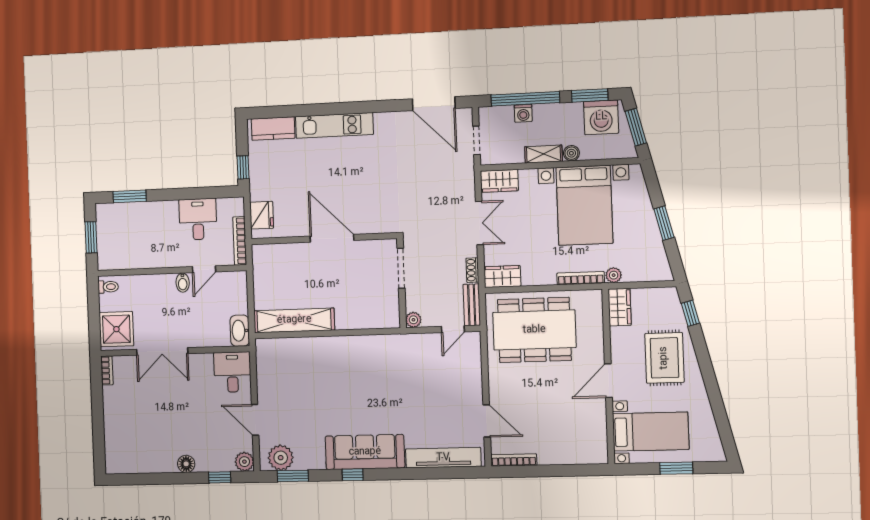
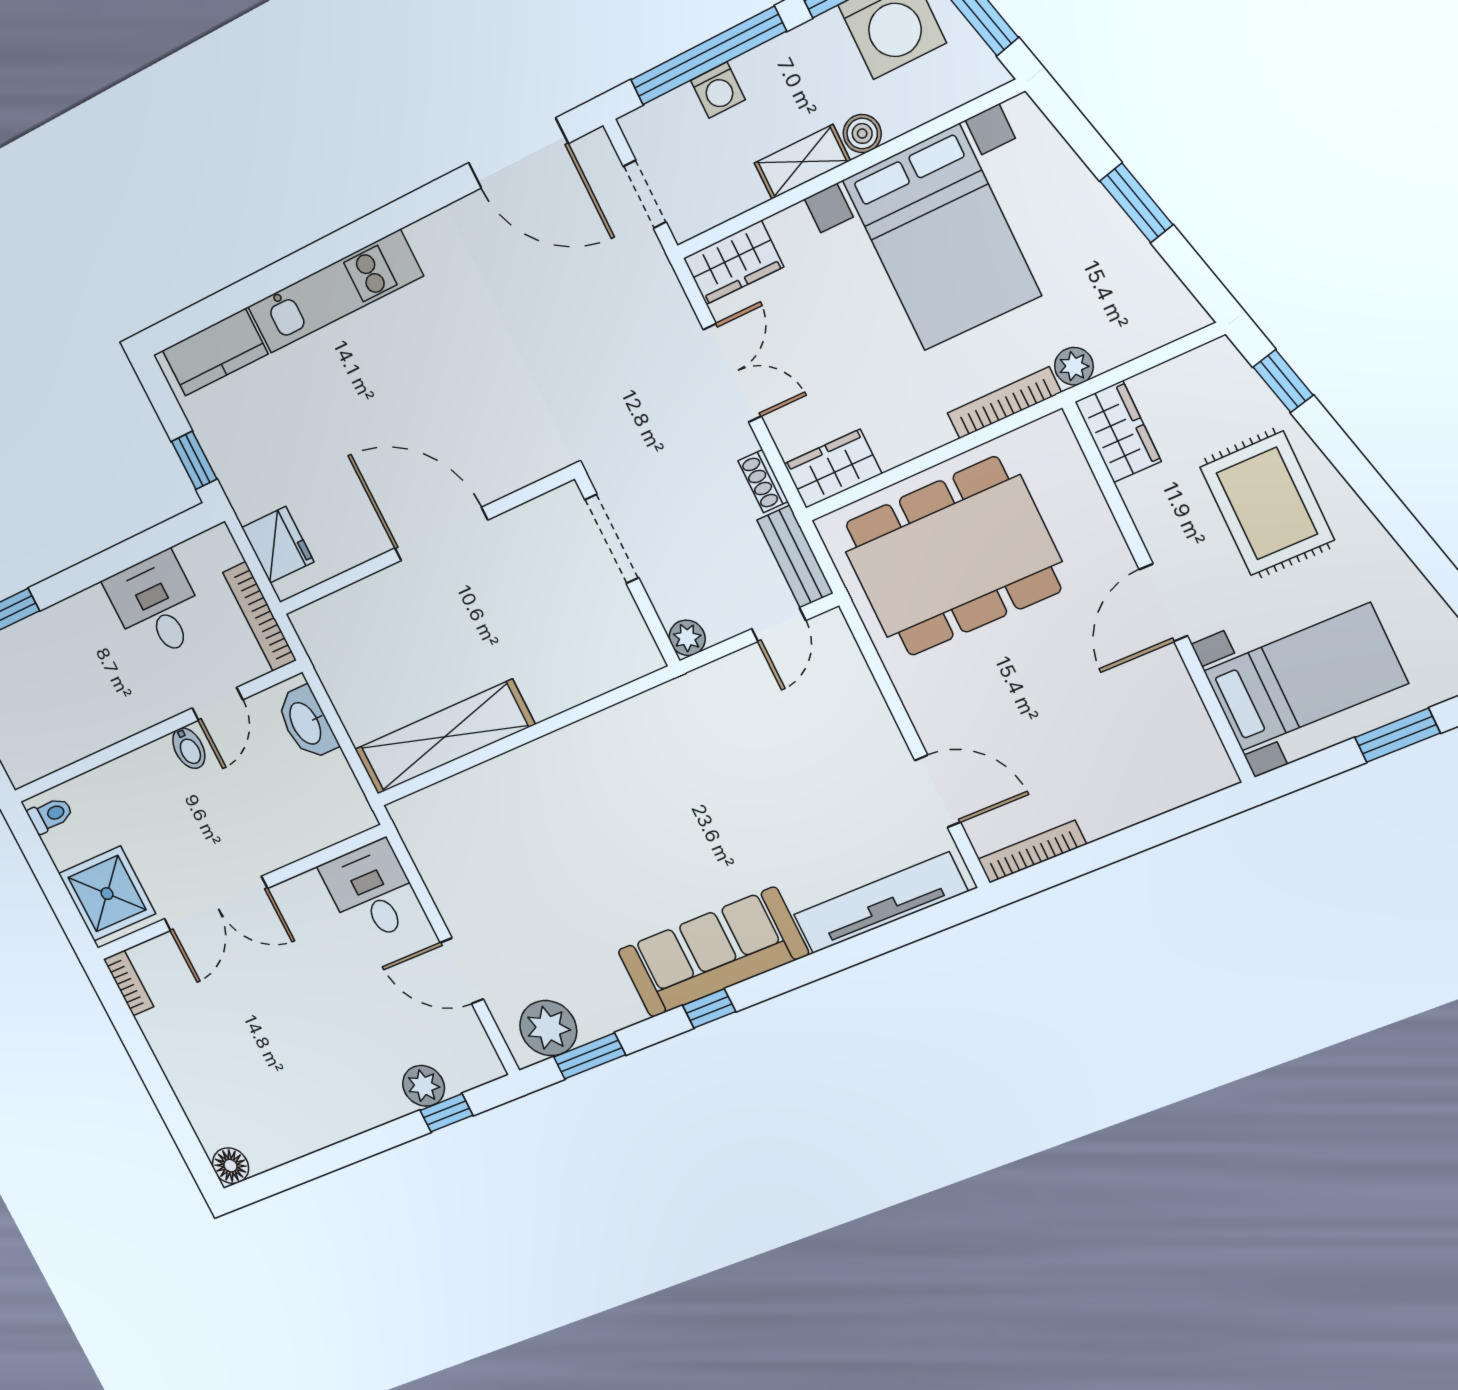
washbasin: (240, 331) -> (306, 723), moved
plant: (244, 462) -> (424, 1086), moved
floor lamp: (186, 464) -> (231, 1166), moved

